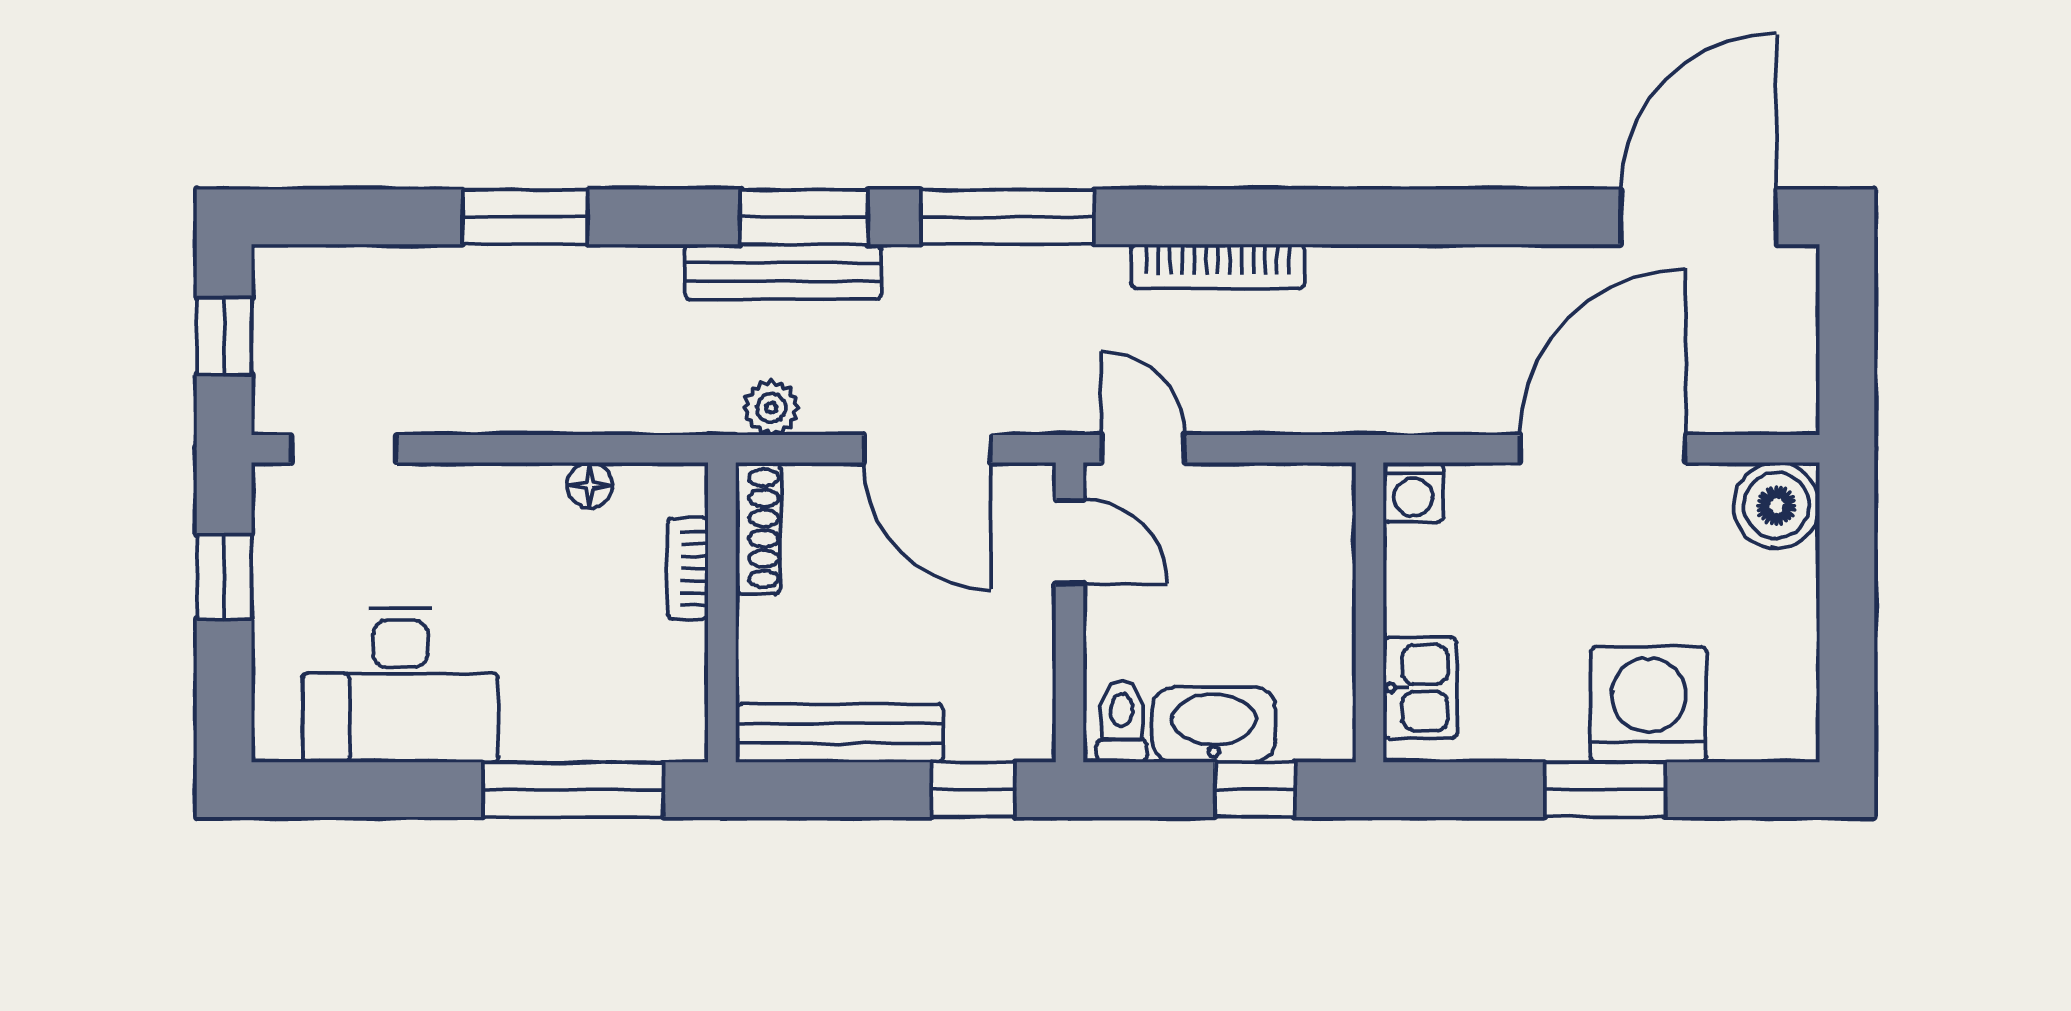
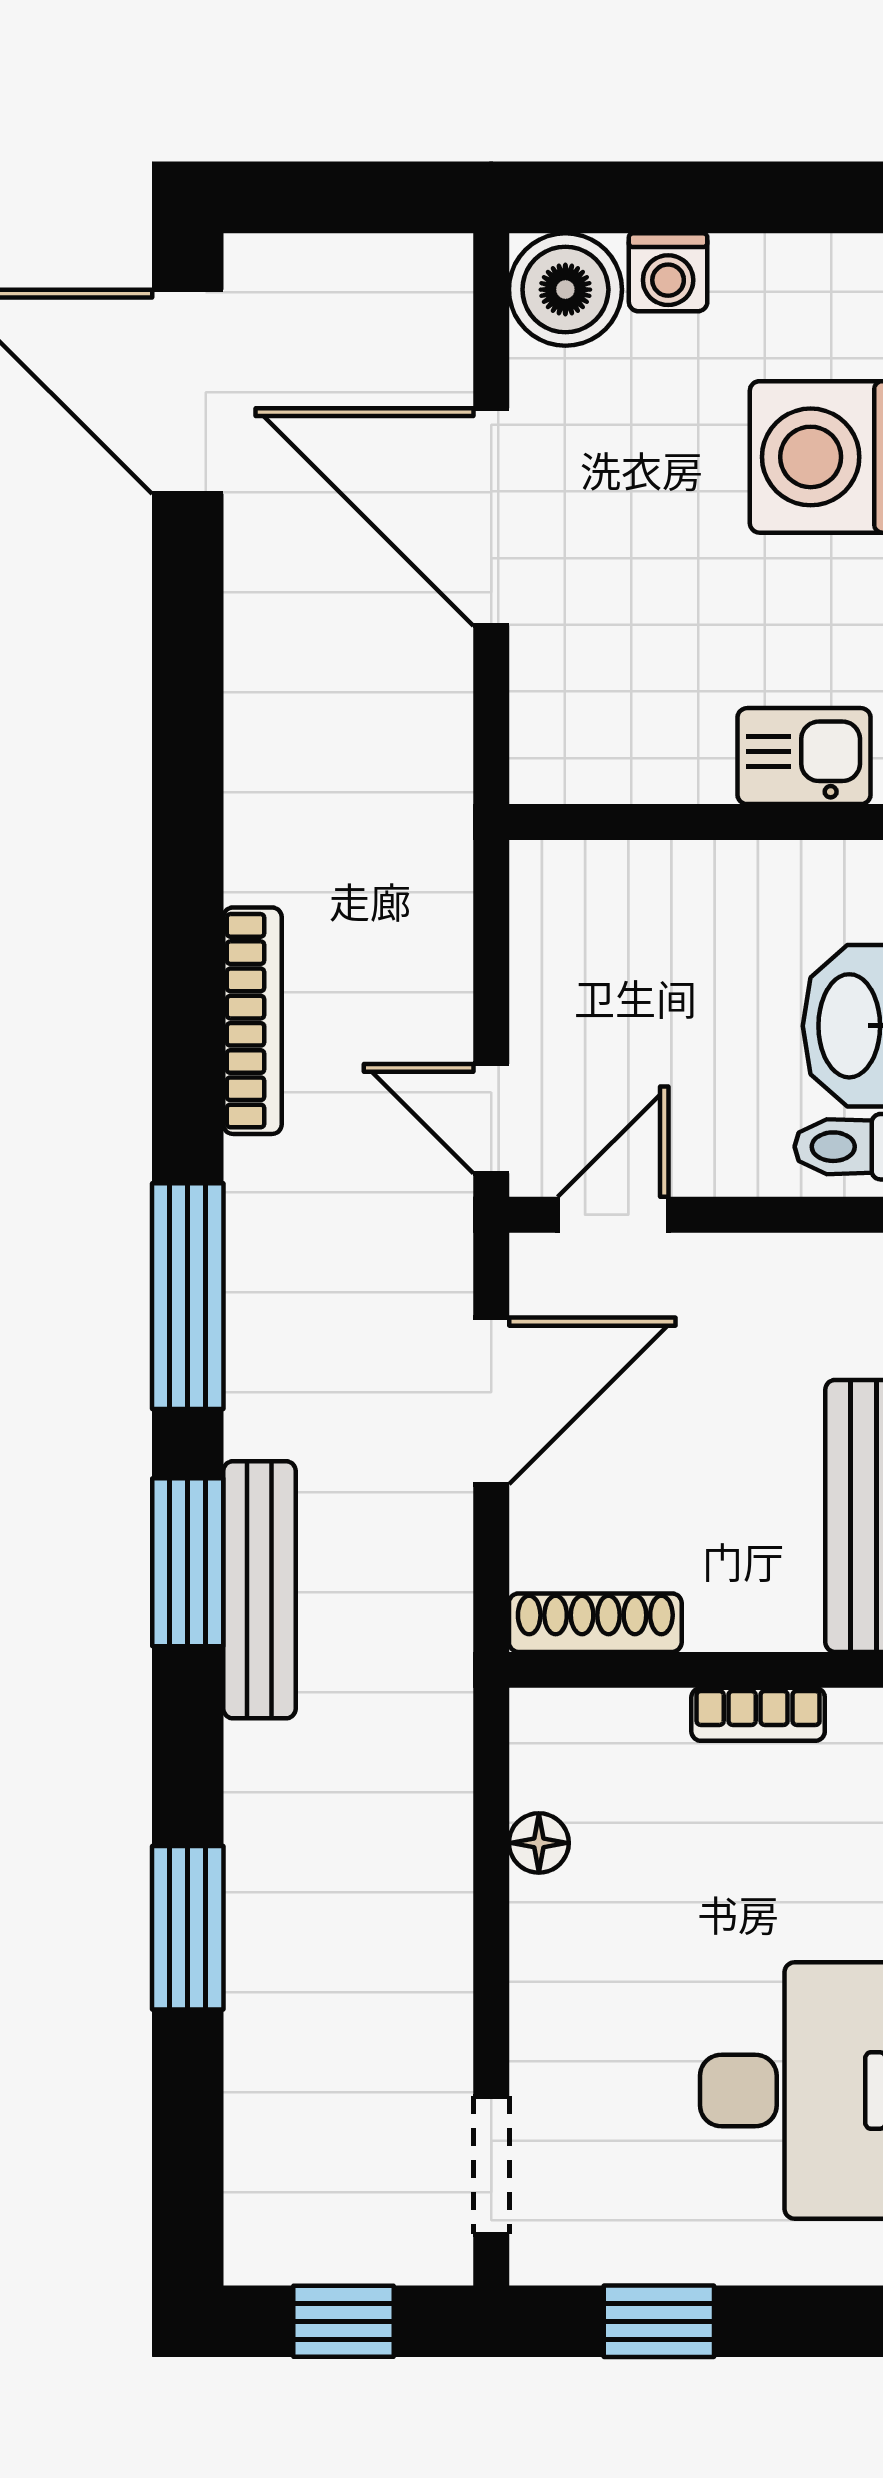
plant: (771, 408) -> (437, 1605), removed
door: (1143, 449) -> (491, 1119), hinge flipped
washing machine: (1413, 492) -> (668, 272), moved, turned 90
bookcase: (688, 568) -> (758, 1714), moved

